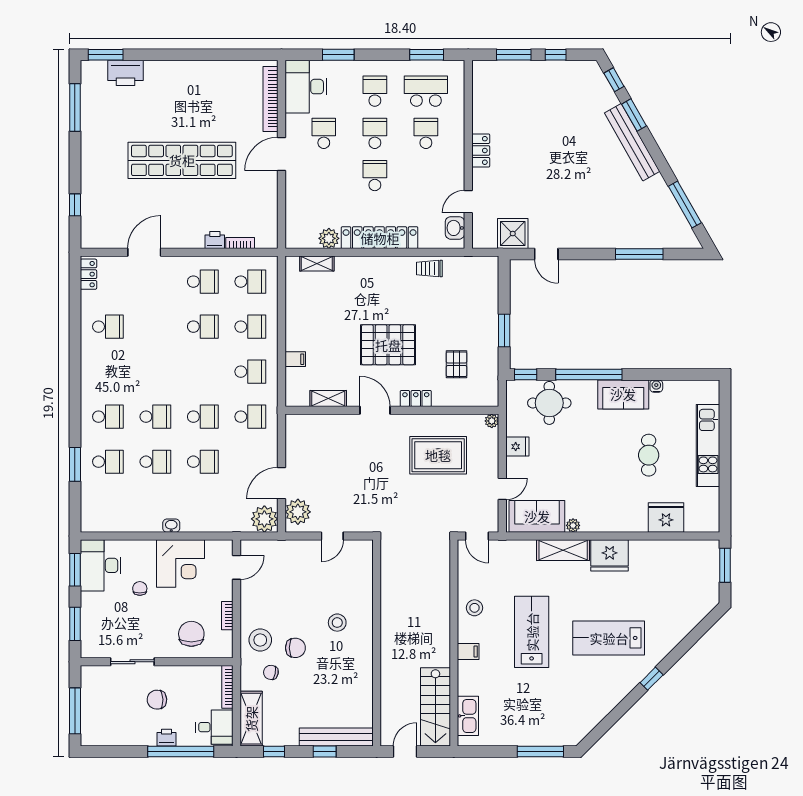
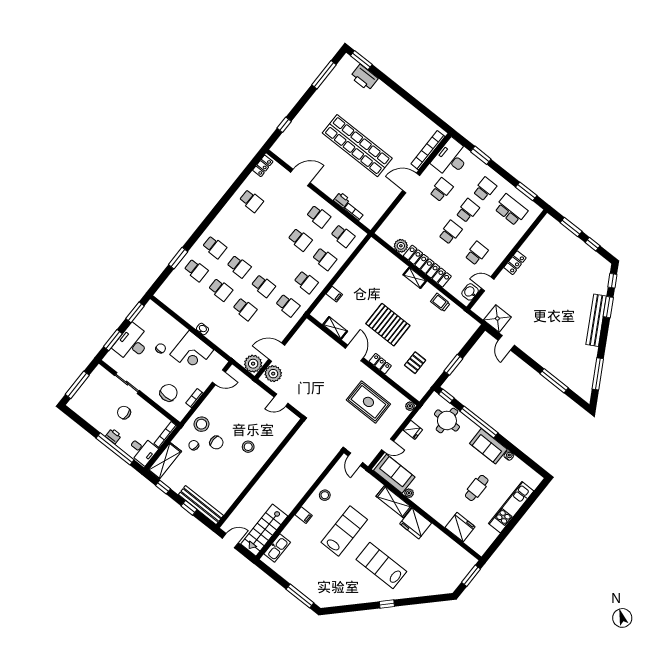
school desk: (426, 133) -> (477, 253), moved
shelving: (317, 264) -> (415, 278), moved
desk: (101, 565) -> (132, 343), moved

